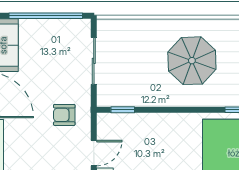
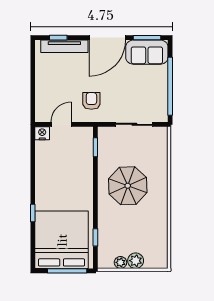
parasol: (192, 61) -> (128, 186), moved
door: (94, 153) -> (61, 124), swing flipped

